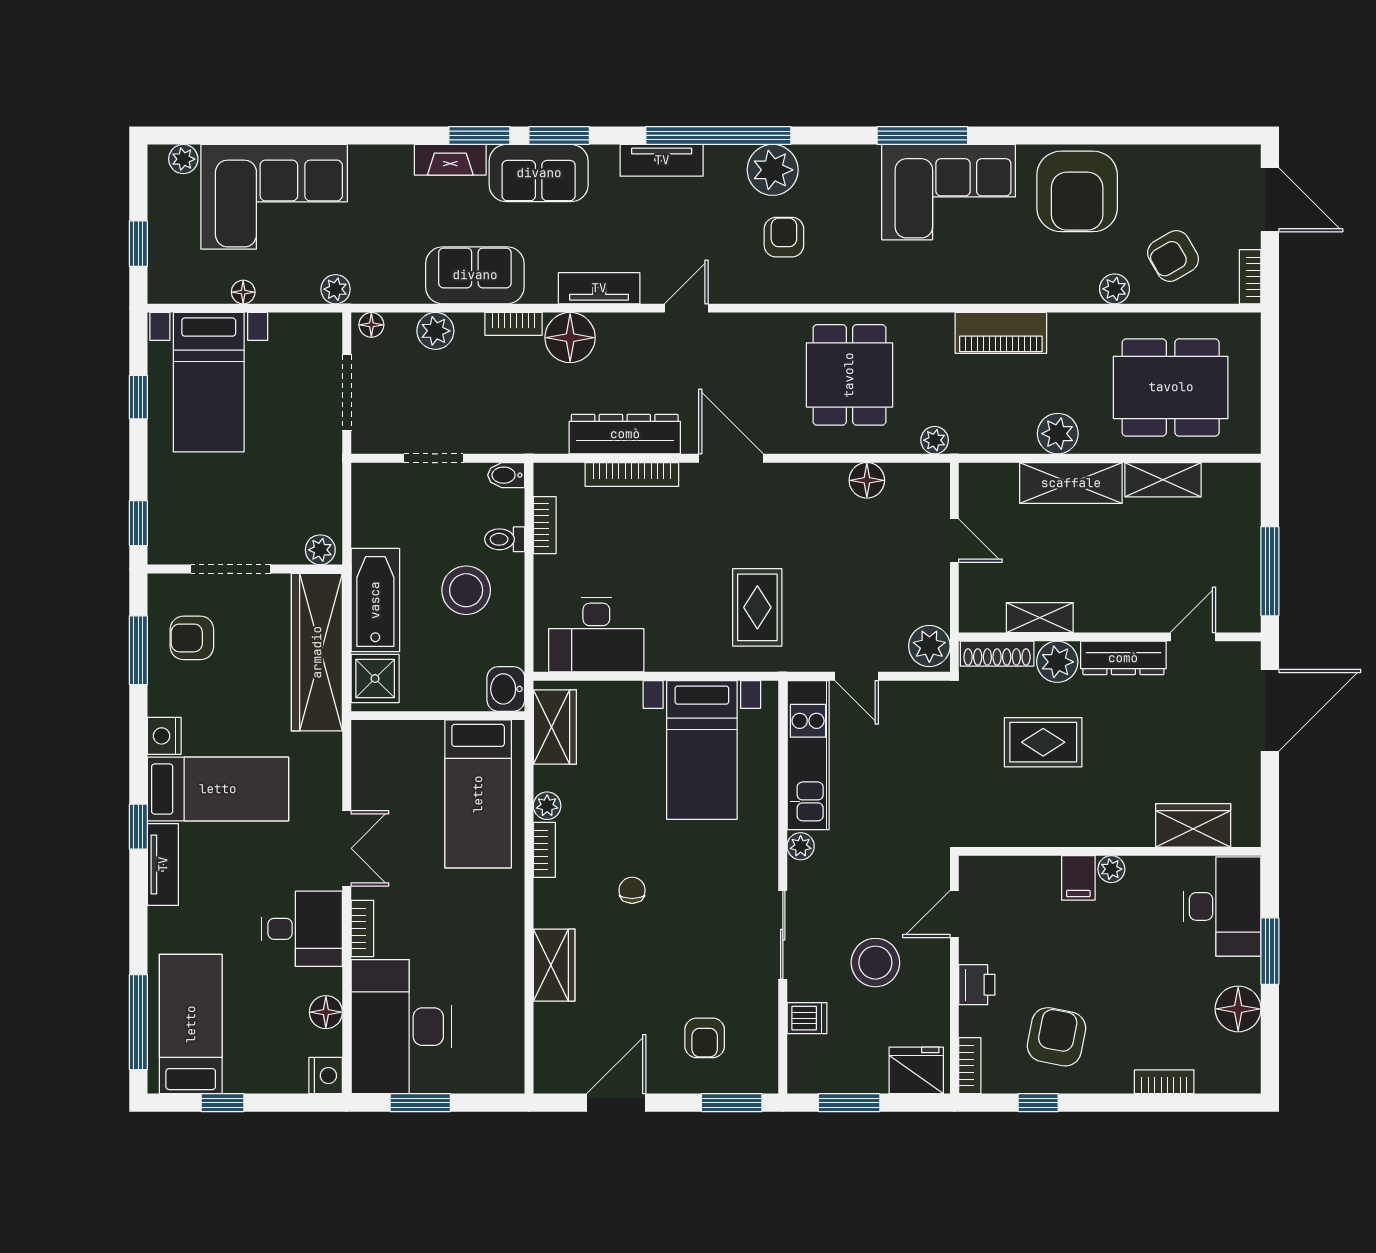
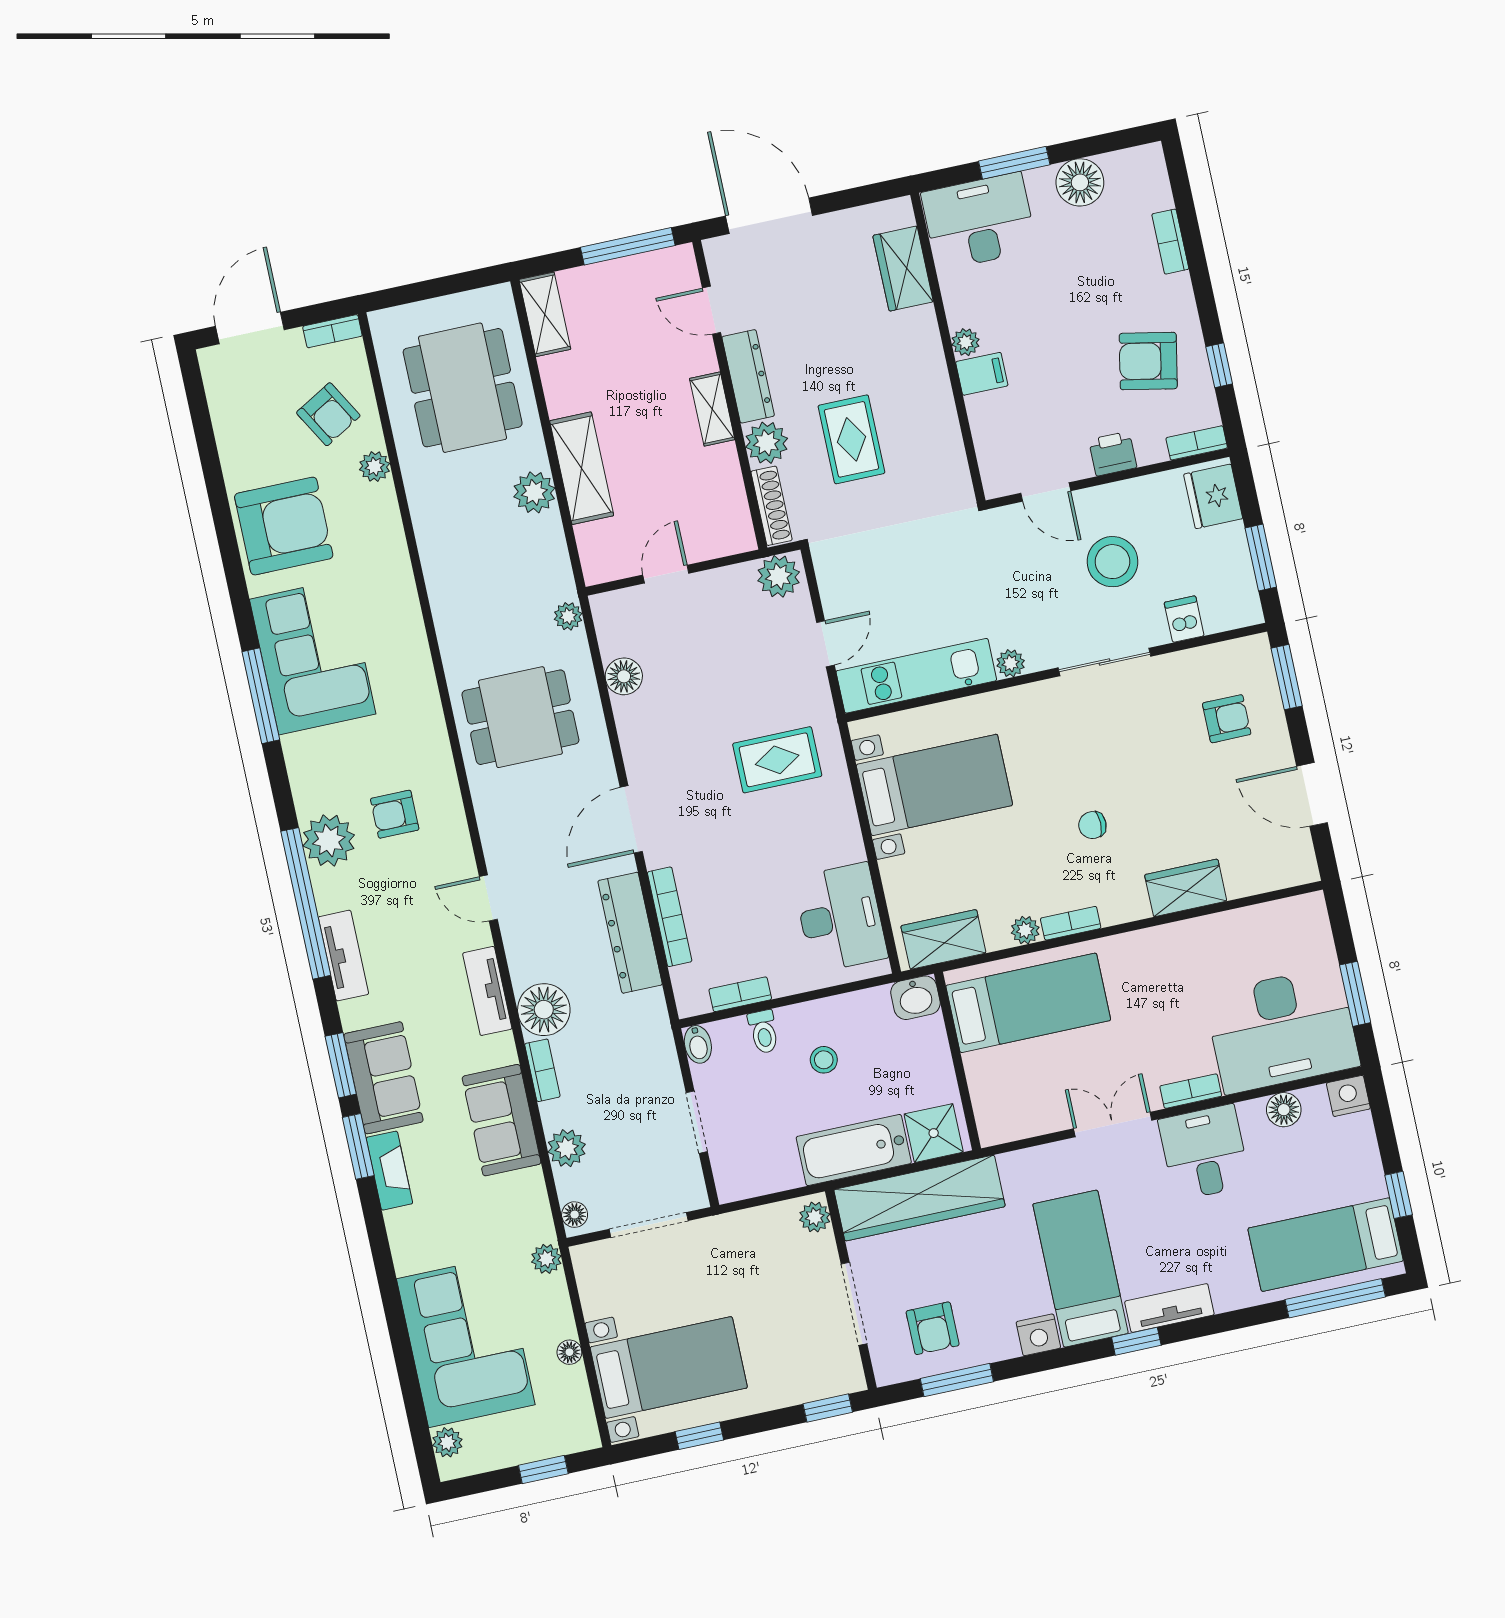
piano: (1001, 333) -> (444, 572), removed
shelving: (1163, 480) -> (545, 314), moved
stool: (466, 590) -> (824, 1060), width x0.53, depth x0.53
shelving: (1040, 618) -> (712, 409), moved

